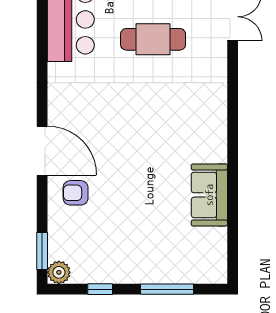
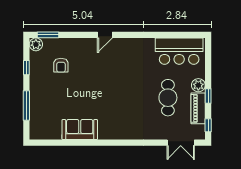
door: (42, 151) -> (105, 35), width x0.53
armchair: (76, 193) -> (61, 65), moved, turned 180

